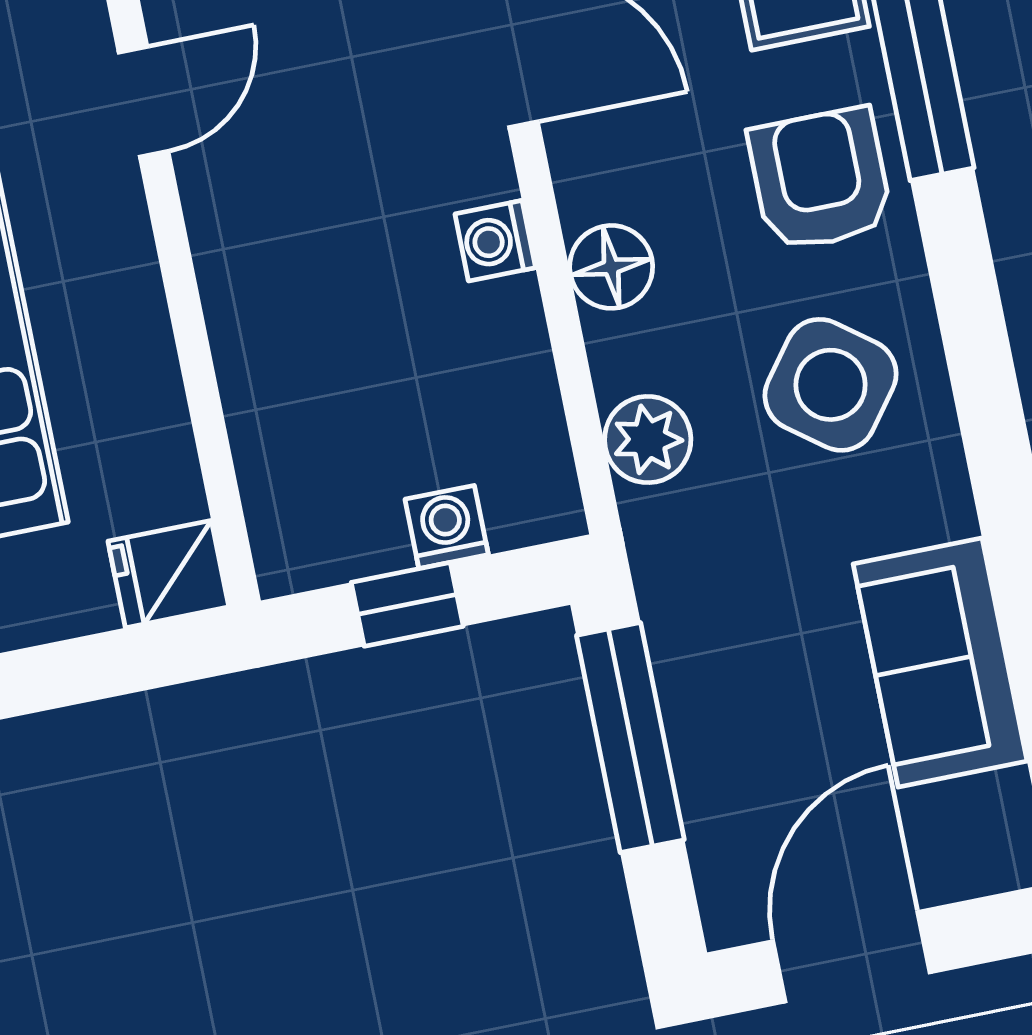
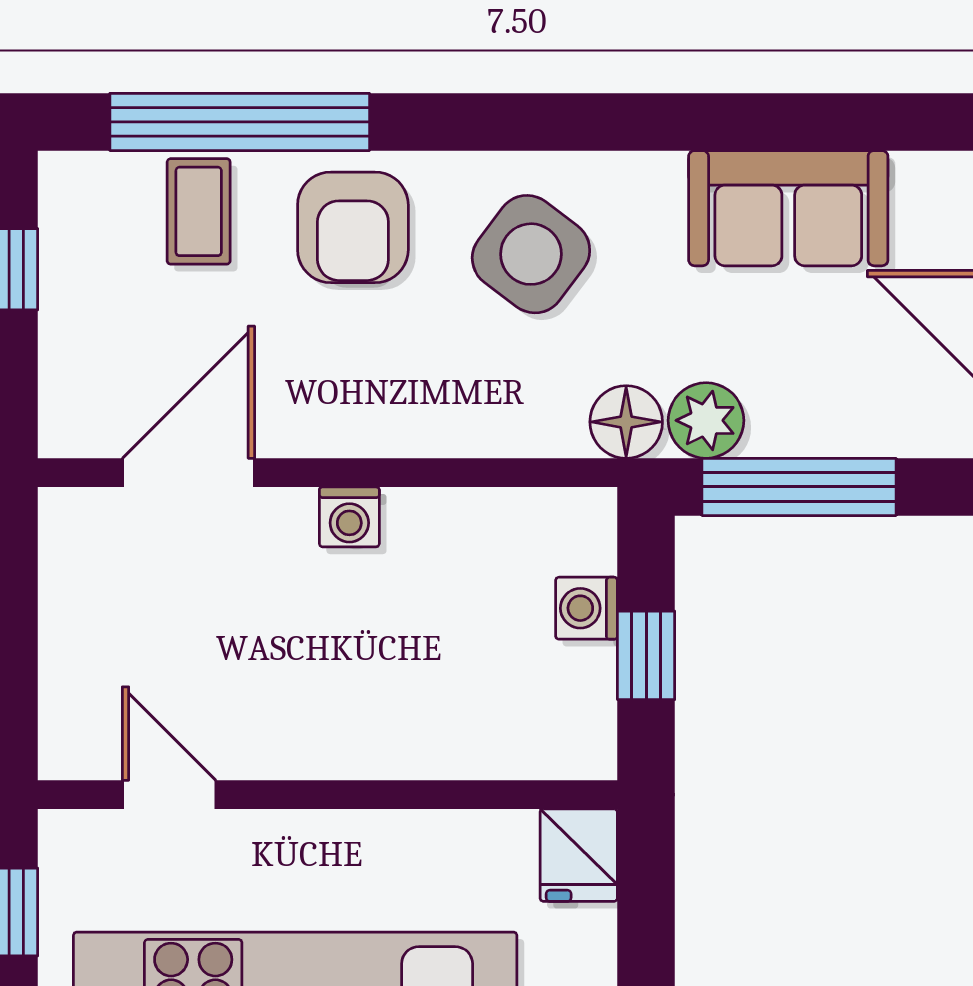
armchair: (820, 179) -> (353, 227), turned -90
floor lamp: (611, 267) -> (626, 422), moved
plant: (648, 440) -> (706, 420), moved

